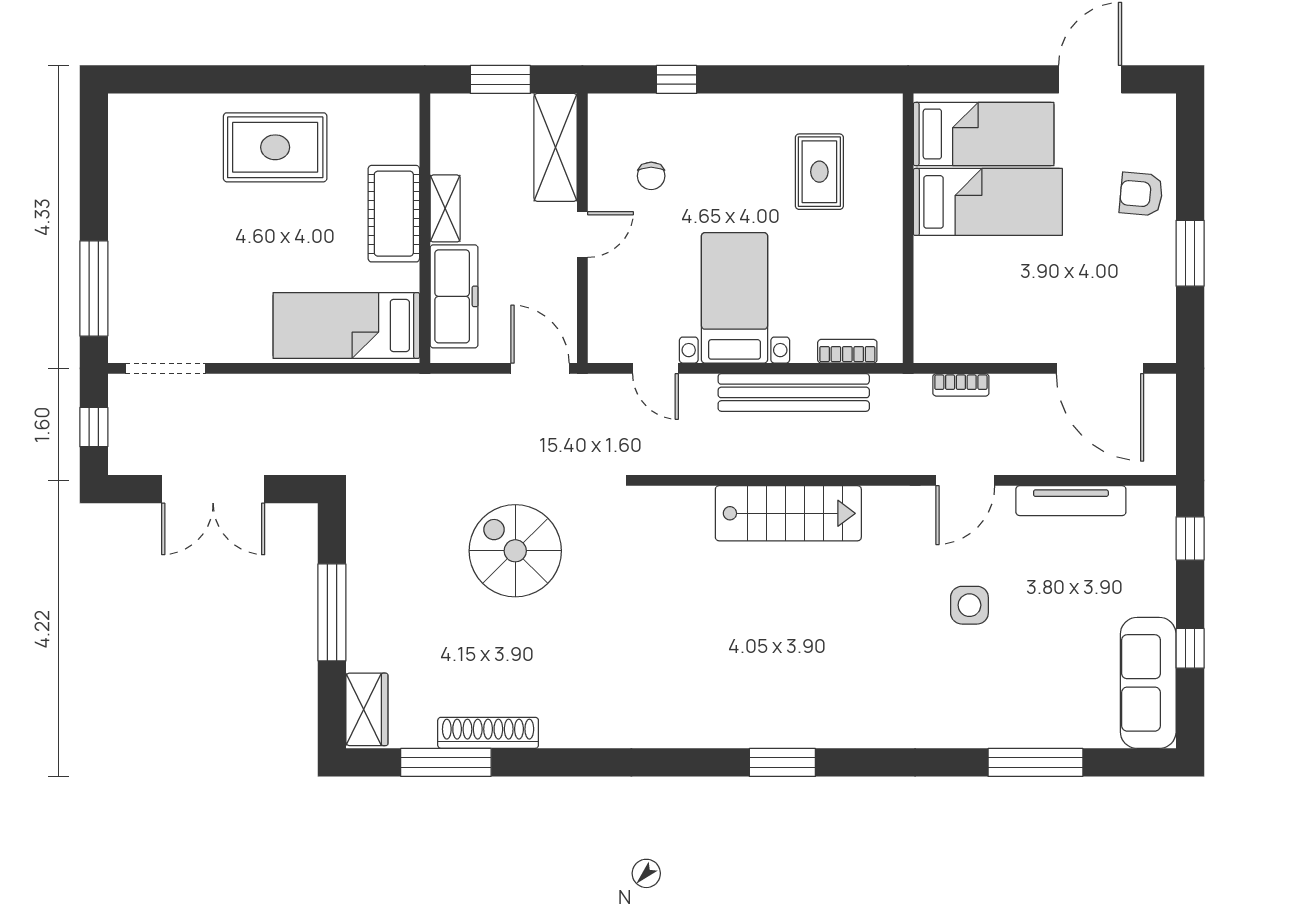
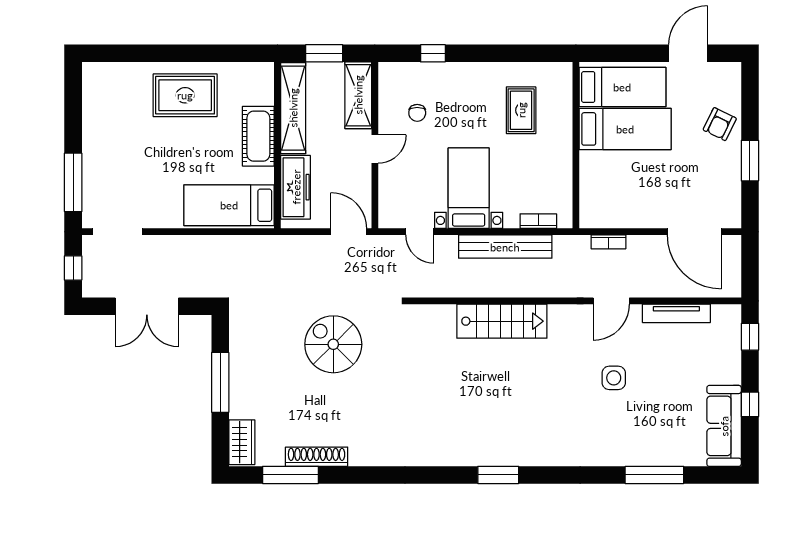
armchair: (1141, 194) -> (720, 124), turned -69
shelving: (445, 208) -> (293, 108), width x2.20, depth x1.33

